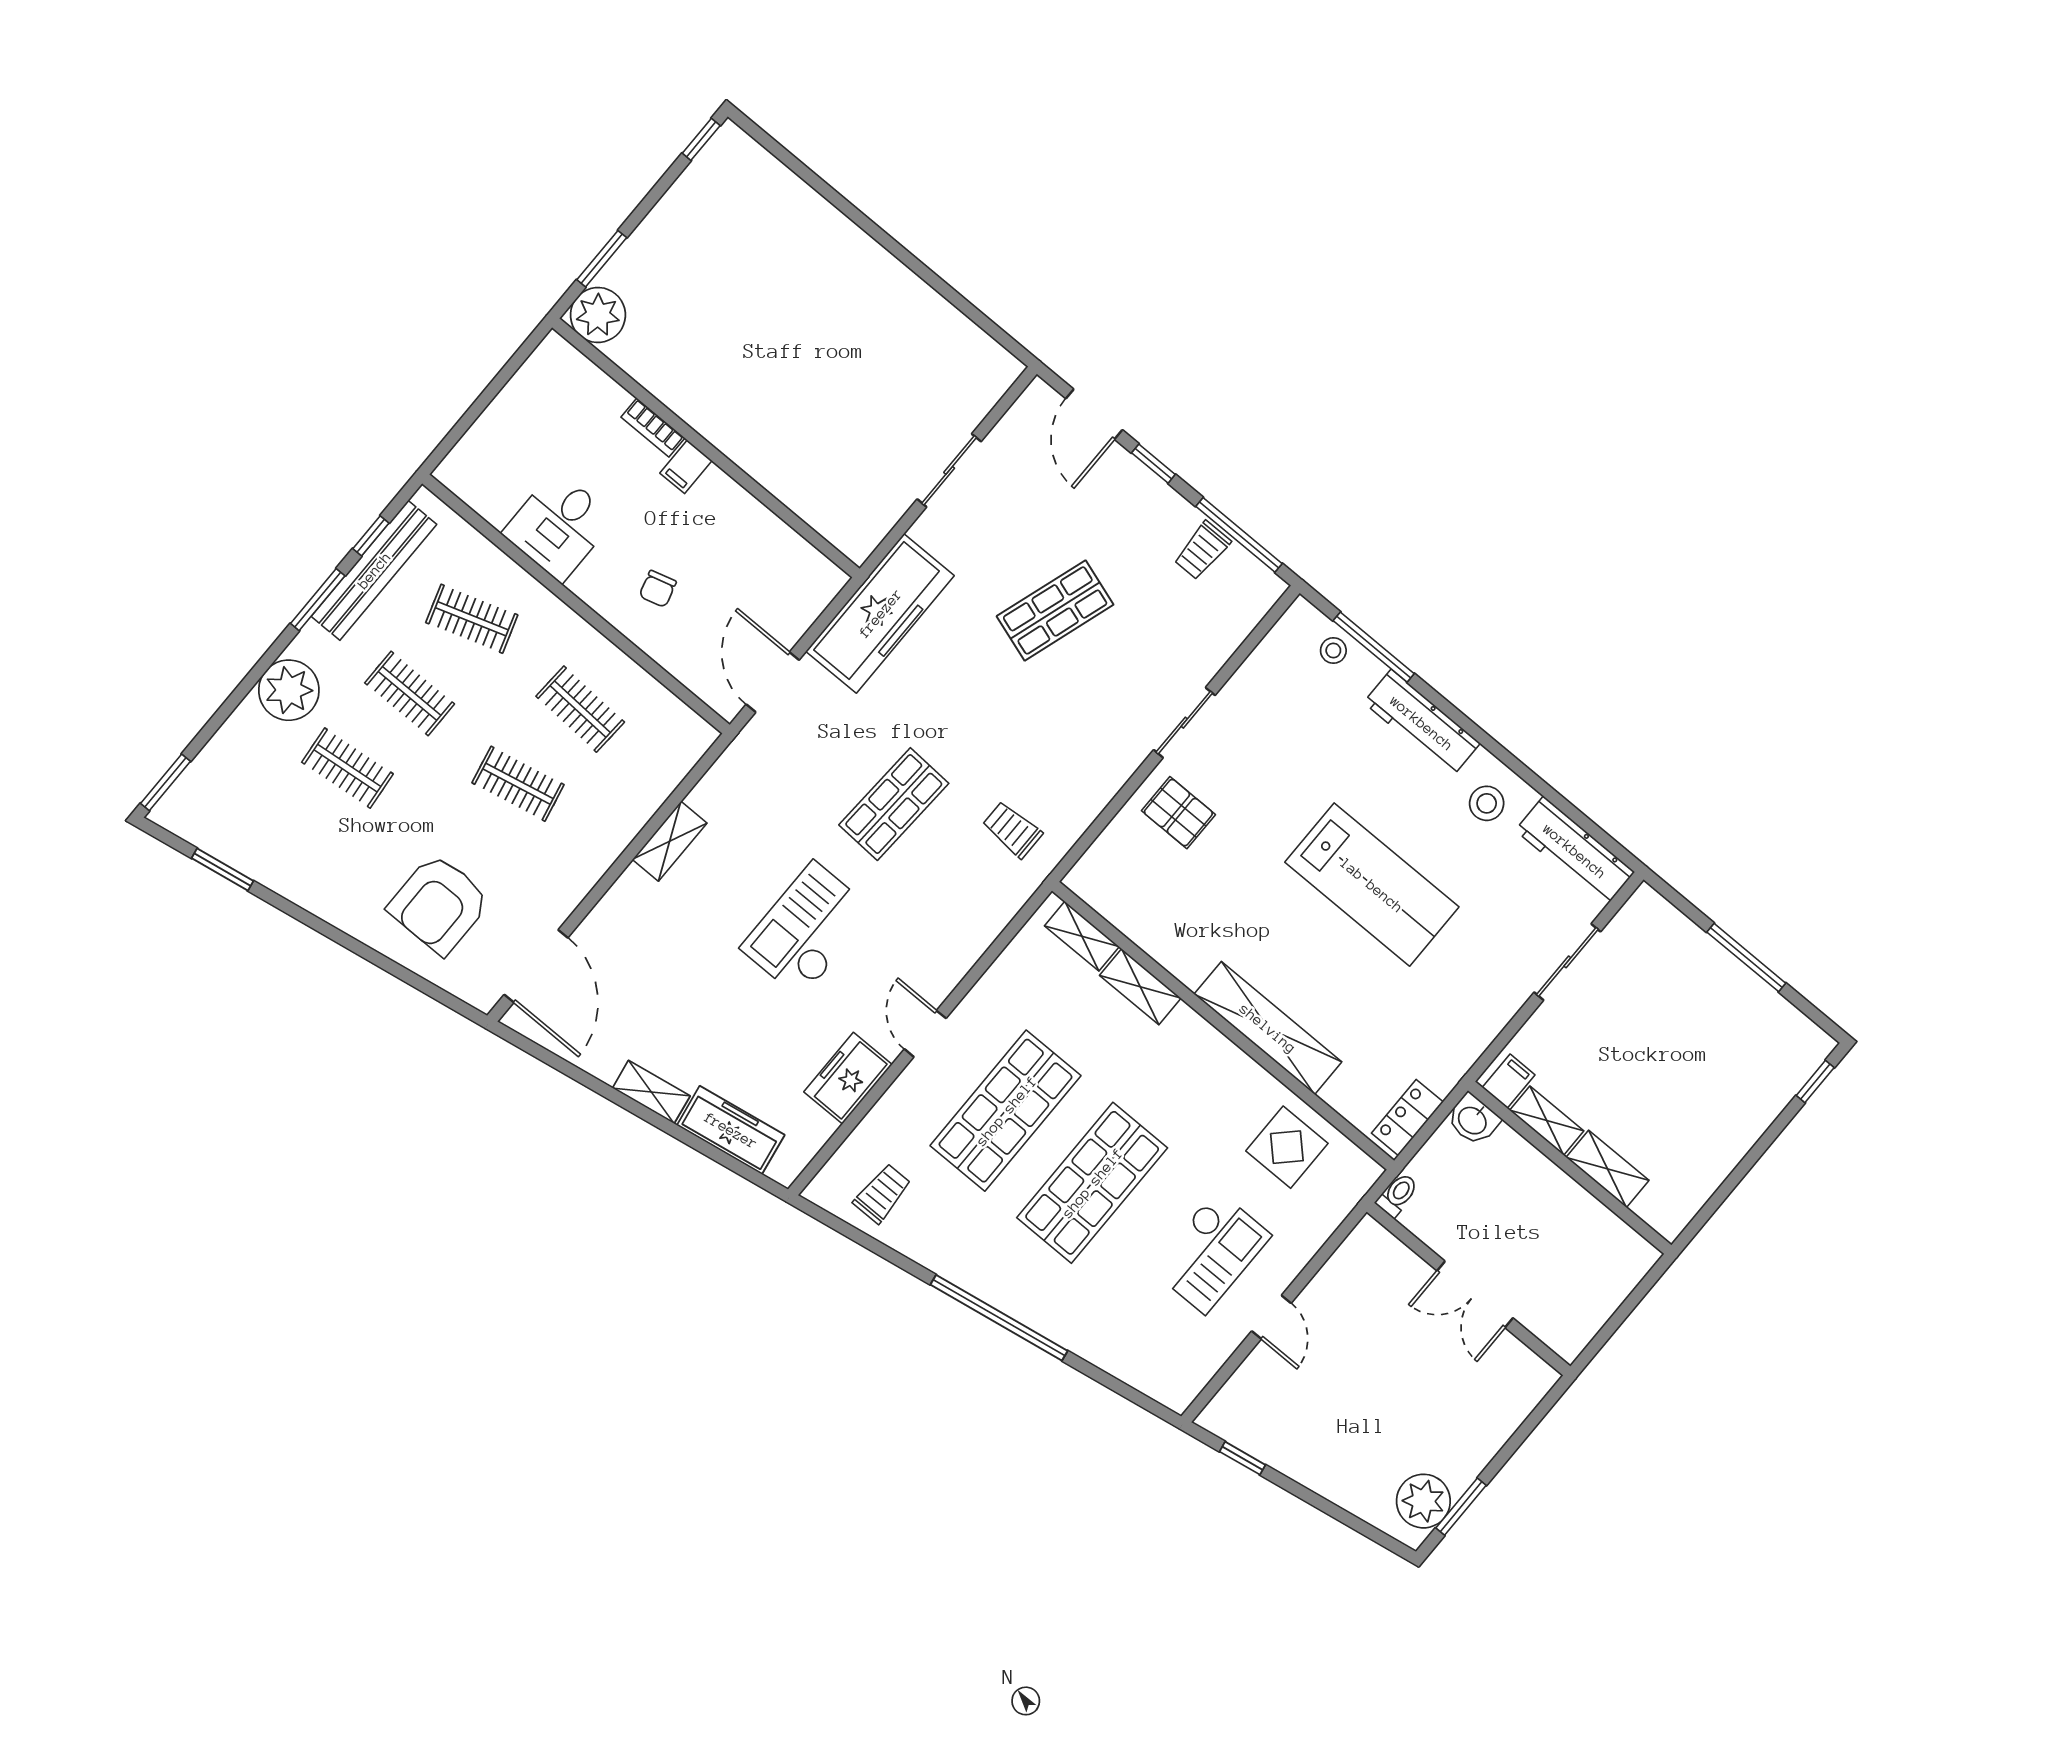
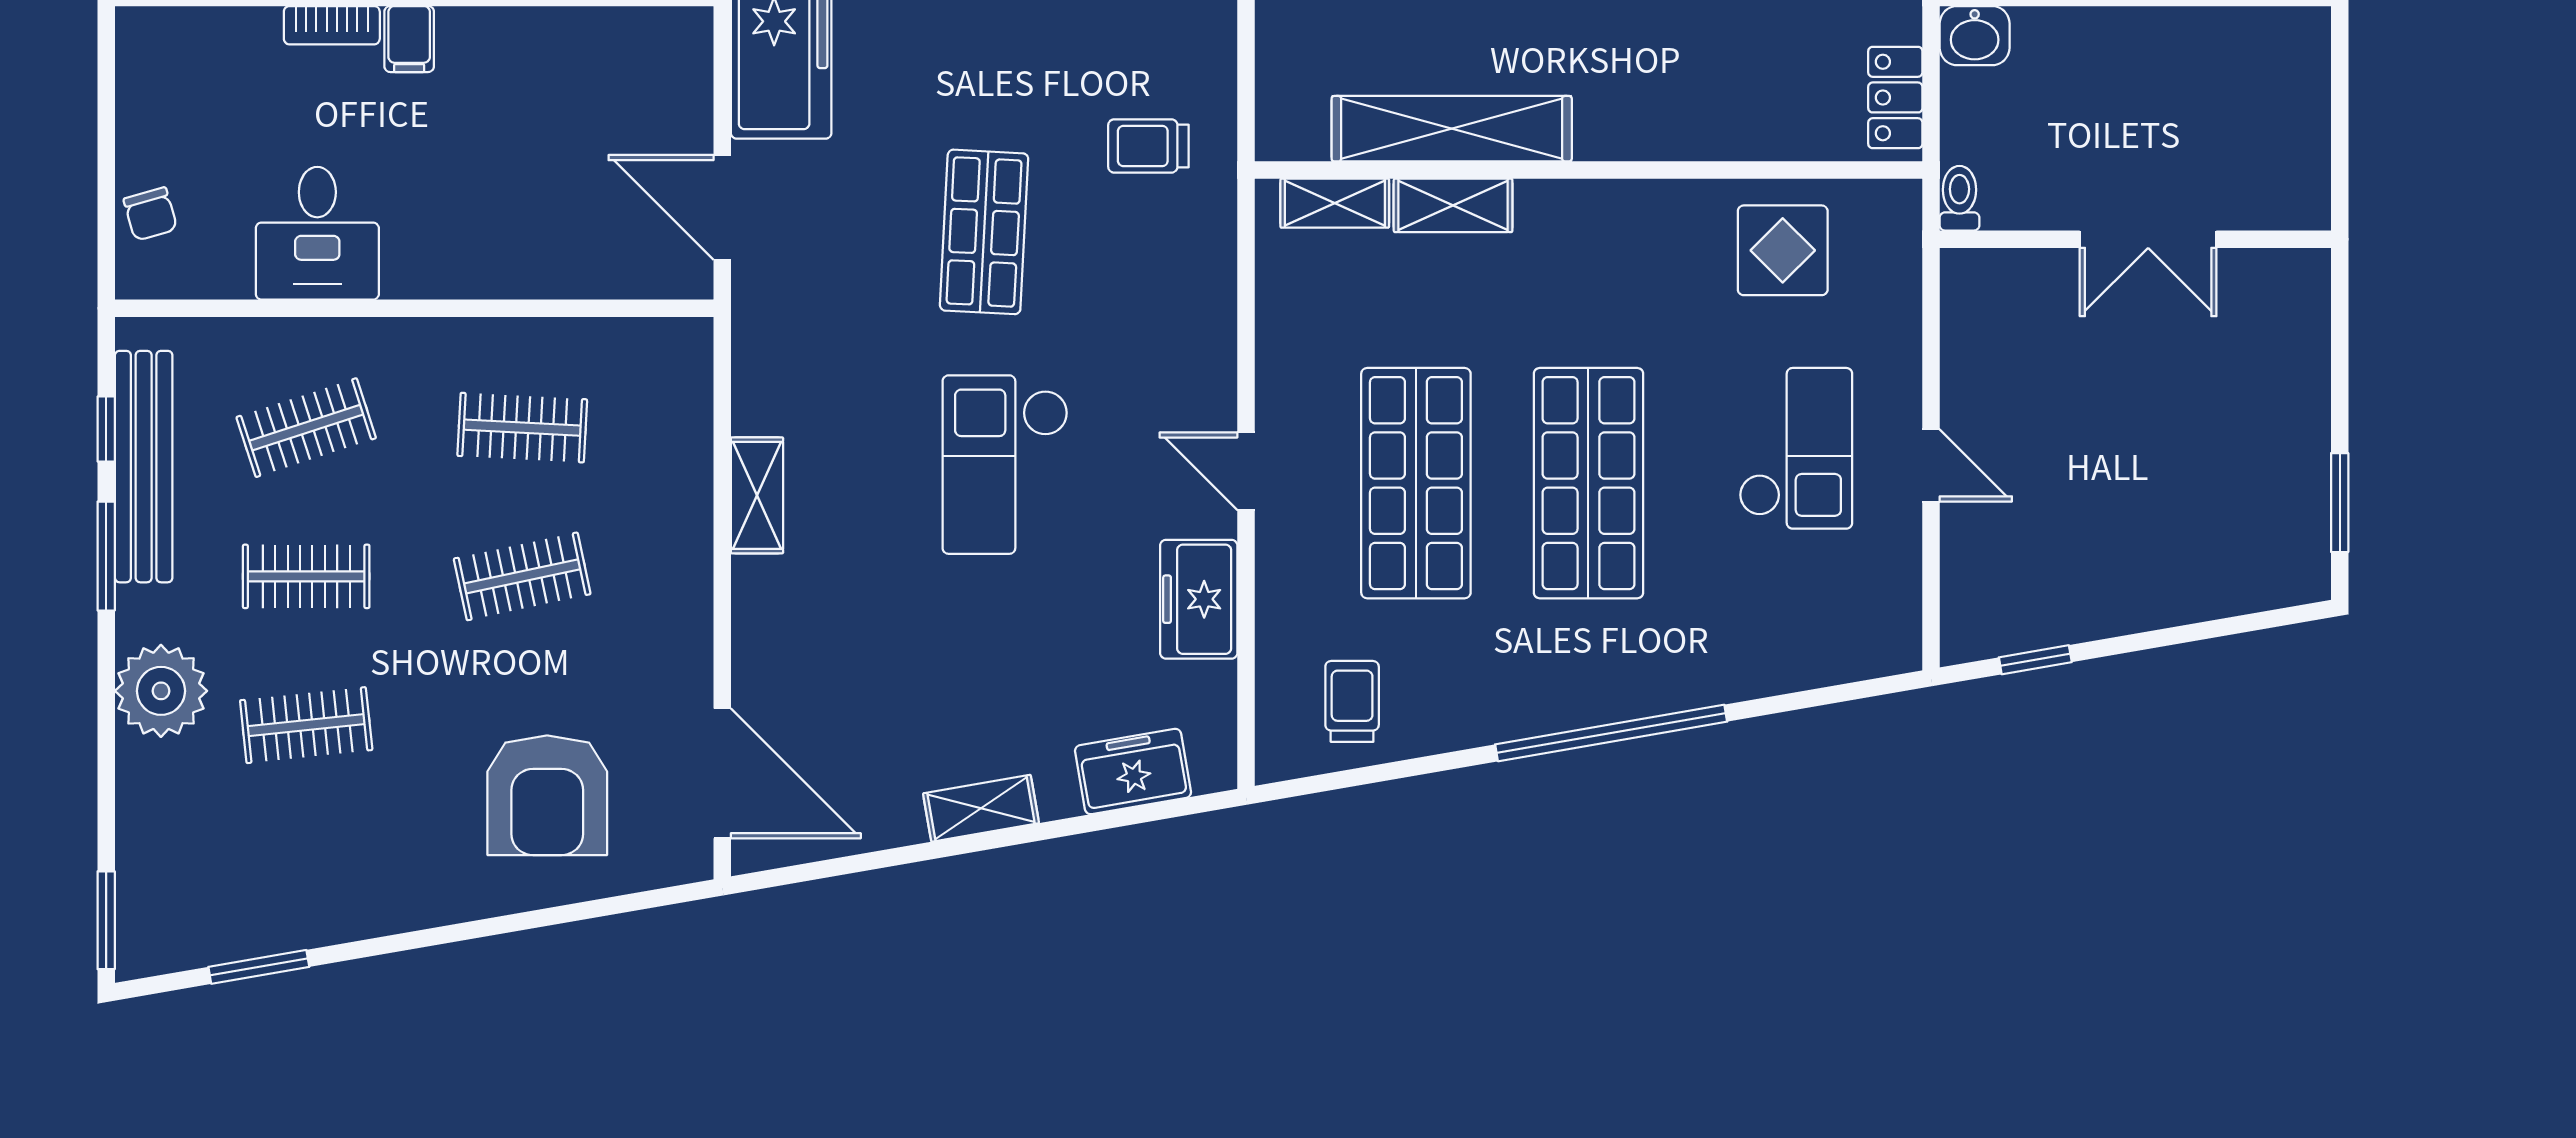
chair: (658, 589) -> (150, 214), moved
shelving: (1268, 1028) -> (1452, 129), moved
freezer: (731, 1130) -> (1133, 771), width x0.71
plant: (1423, 1501) -> (2290, 533), removed

